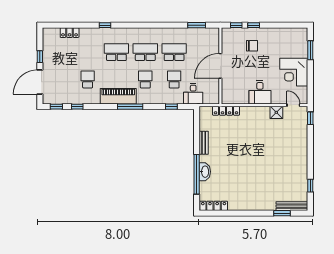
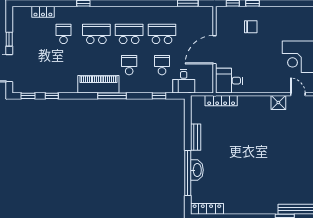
school desk: (88, 80) -> (64, 34), moved
desk: (260, 92) -> (229, 81), moved, turned 90

